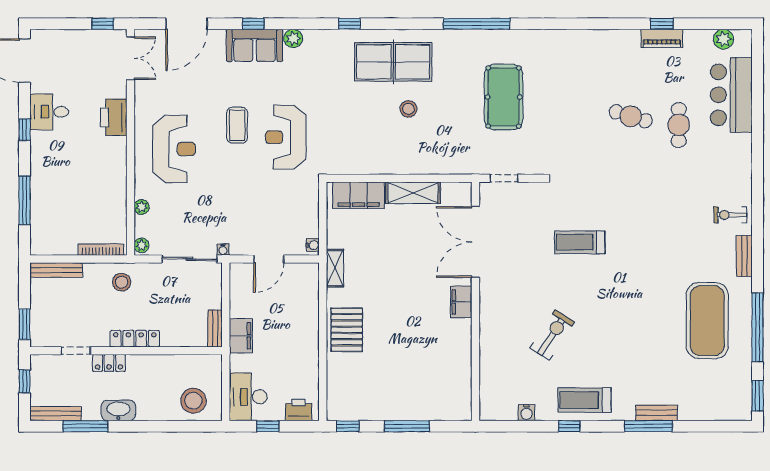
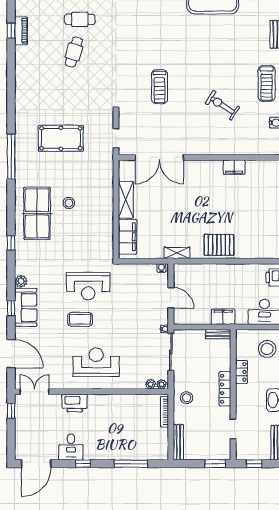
plant: (142, 207) -> (151, 384), moved
filing cabinet: (461, 302) -> (234, 167), moved
locker: (109, 363) -> (241, 372), moved

